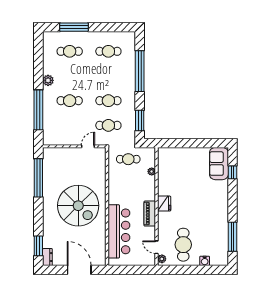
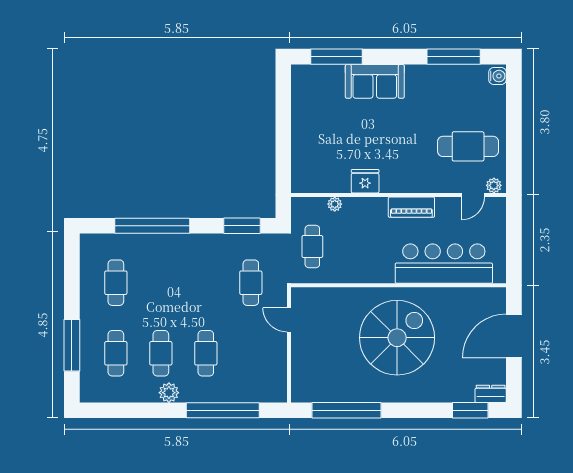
cafe table: (108, 101) -> (161, 353), moved
sofa: (219, 164) -> (375, 81), moved
window: (233, 172) -> (337, 57), width x2.17
fridge: (164, 204) -> (365, 181), moved
water cooler: (205, 261) -> (498, 76), moved

